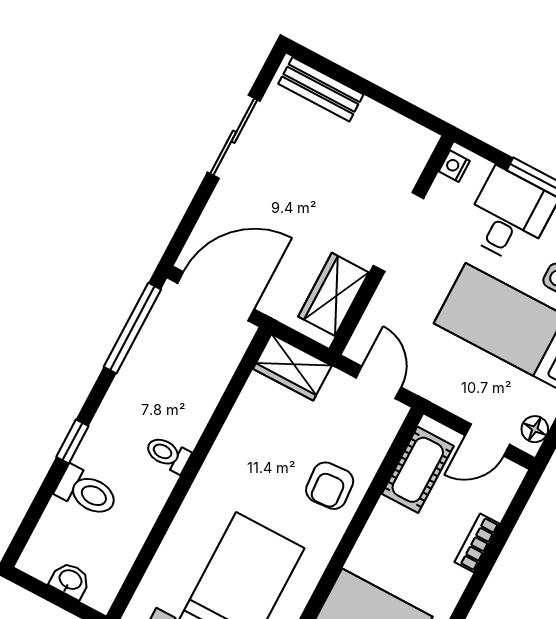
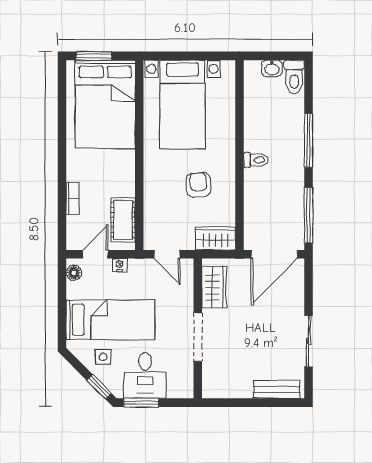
nightstand: (454, 166) -> (119, 265), moved, turned -90
window: (72, 442) -> (308, 140), width x2.17
armchair: (330, 486) -> (198, 185), moved
toilet: (87, 492) -> (294, 77), moved, turned -90

